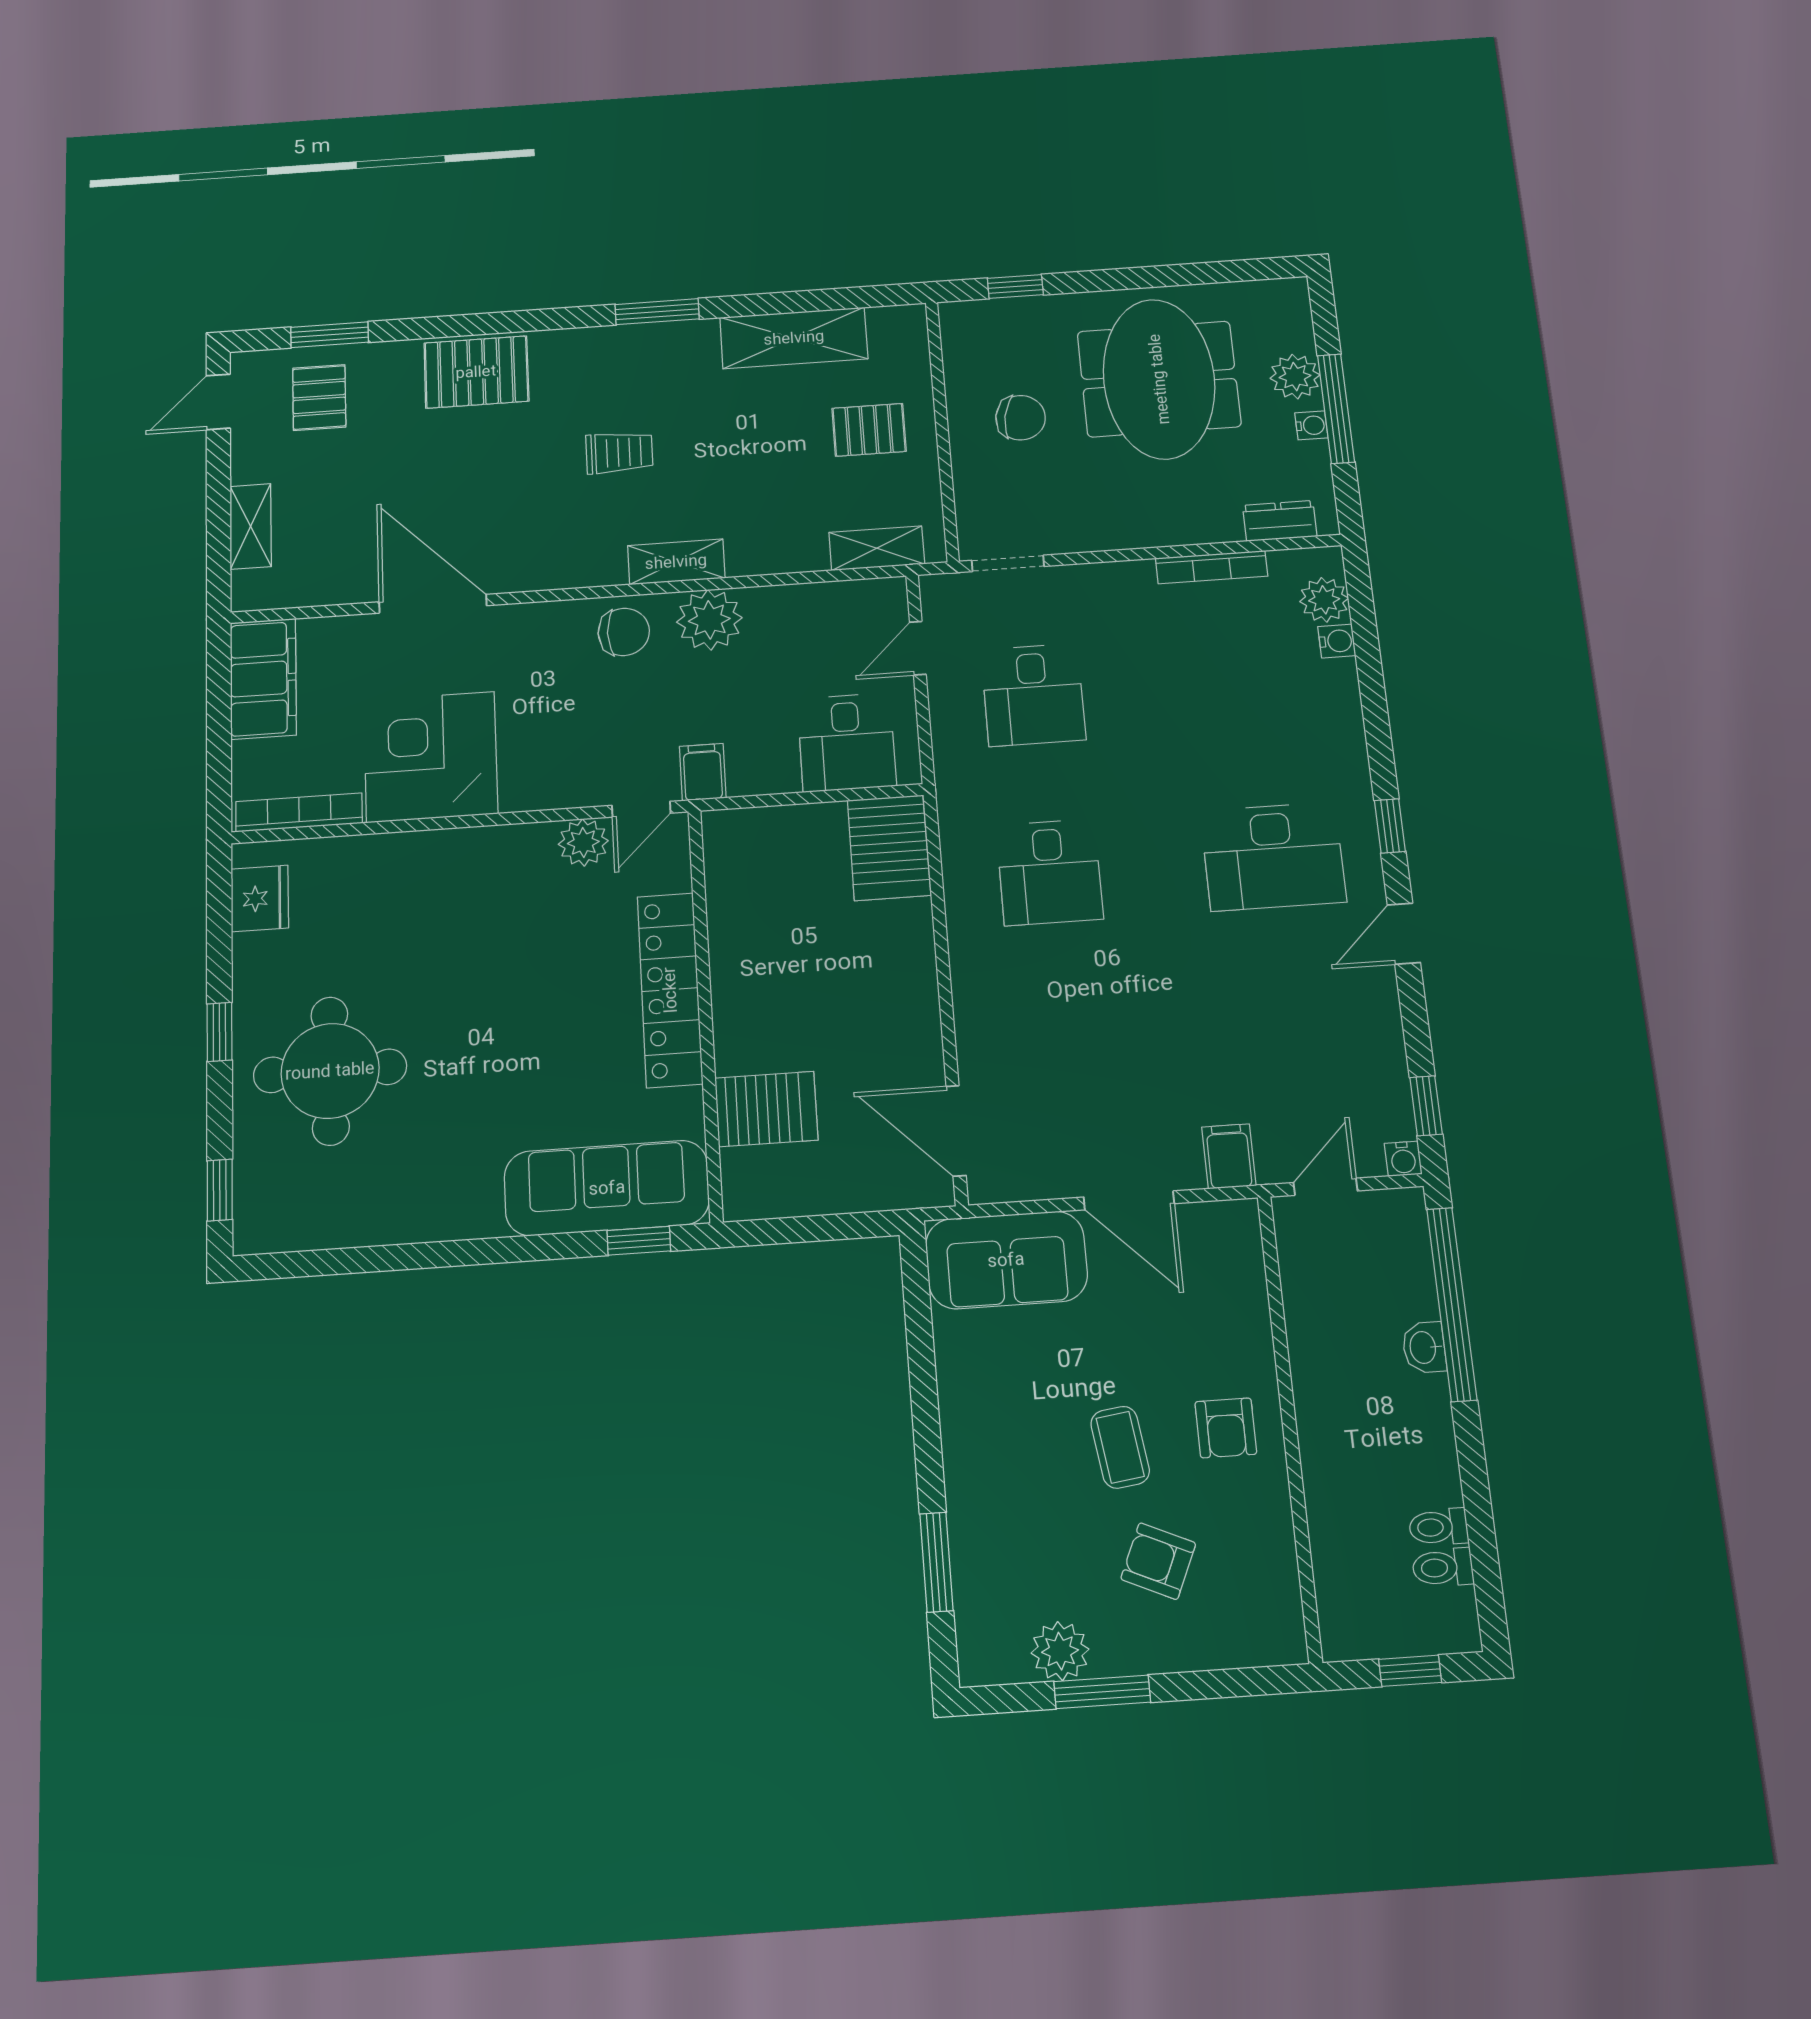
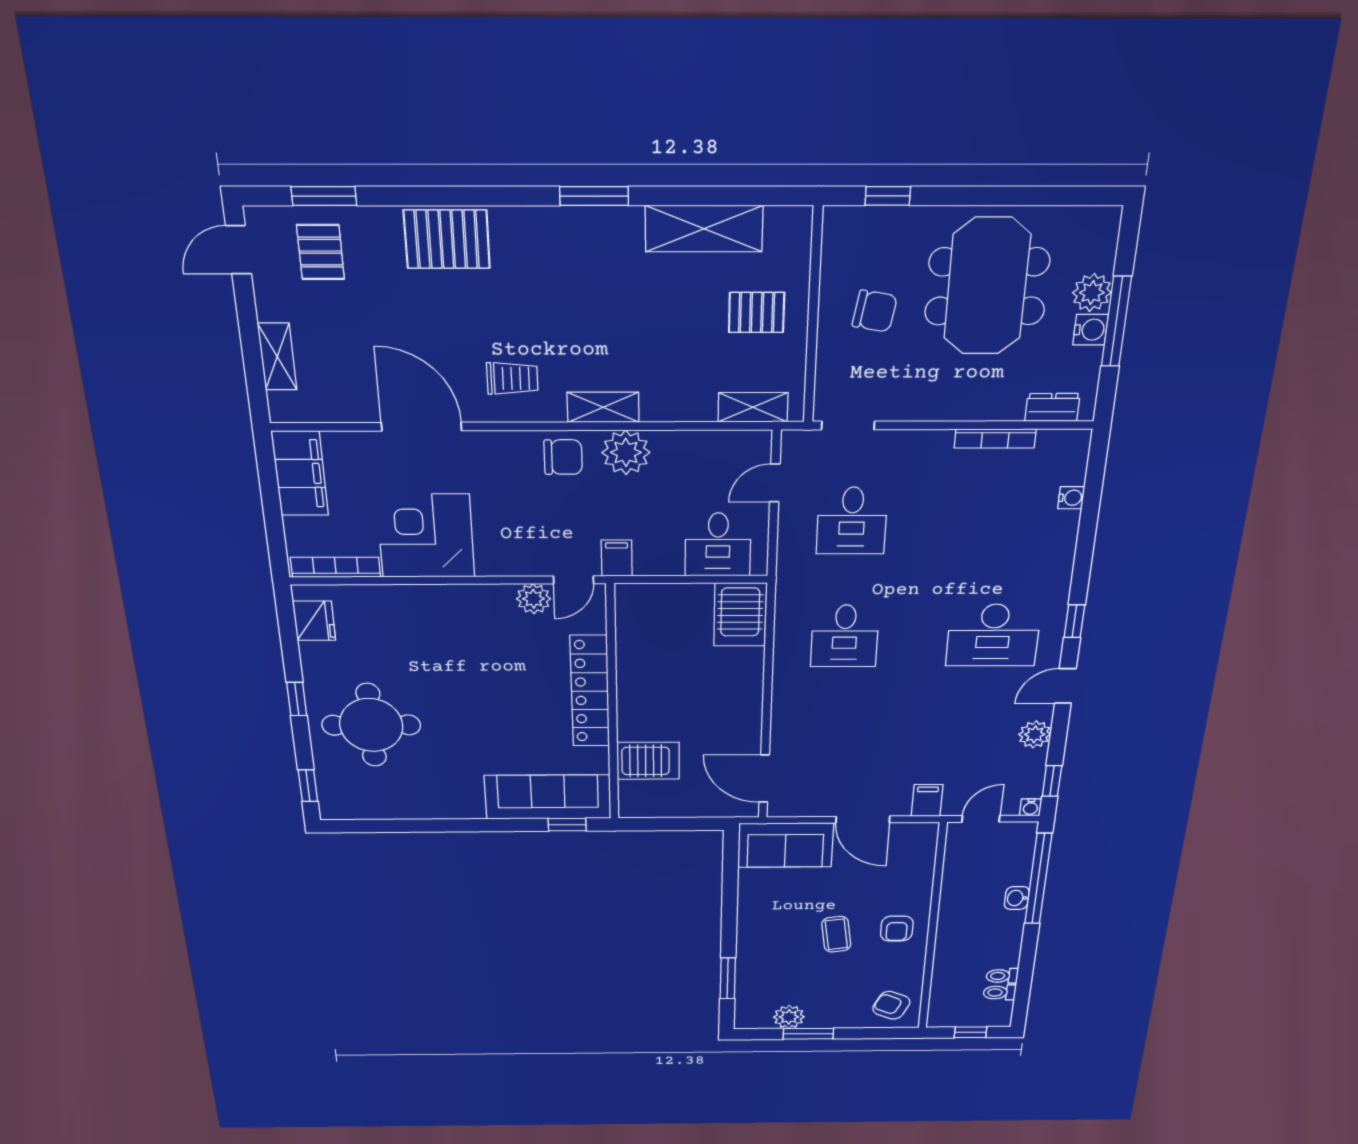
water cooler: (1311, 425) -> (1091, 330), width x1.38, depth x1.38
trolley: (619, 453) -> (512, 378), moved
plant: (1324, 600) -> (1035, 734), moved
armchair: (1158, 1561) -> (891, 1005), moved

